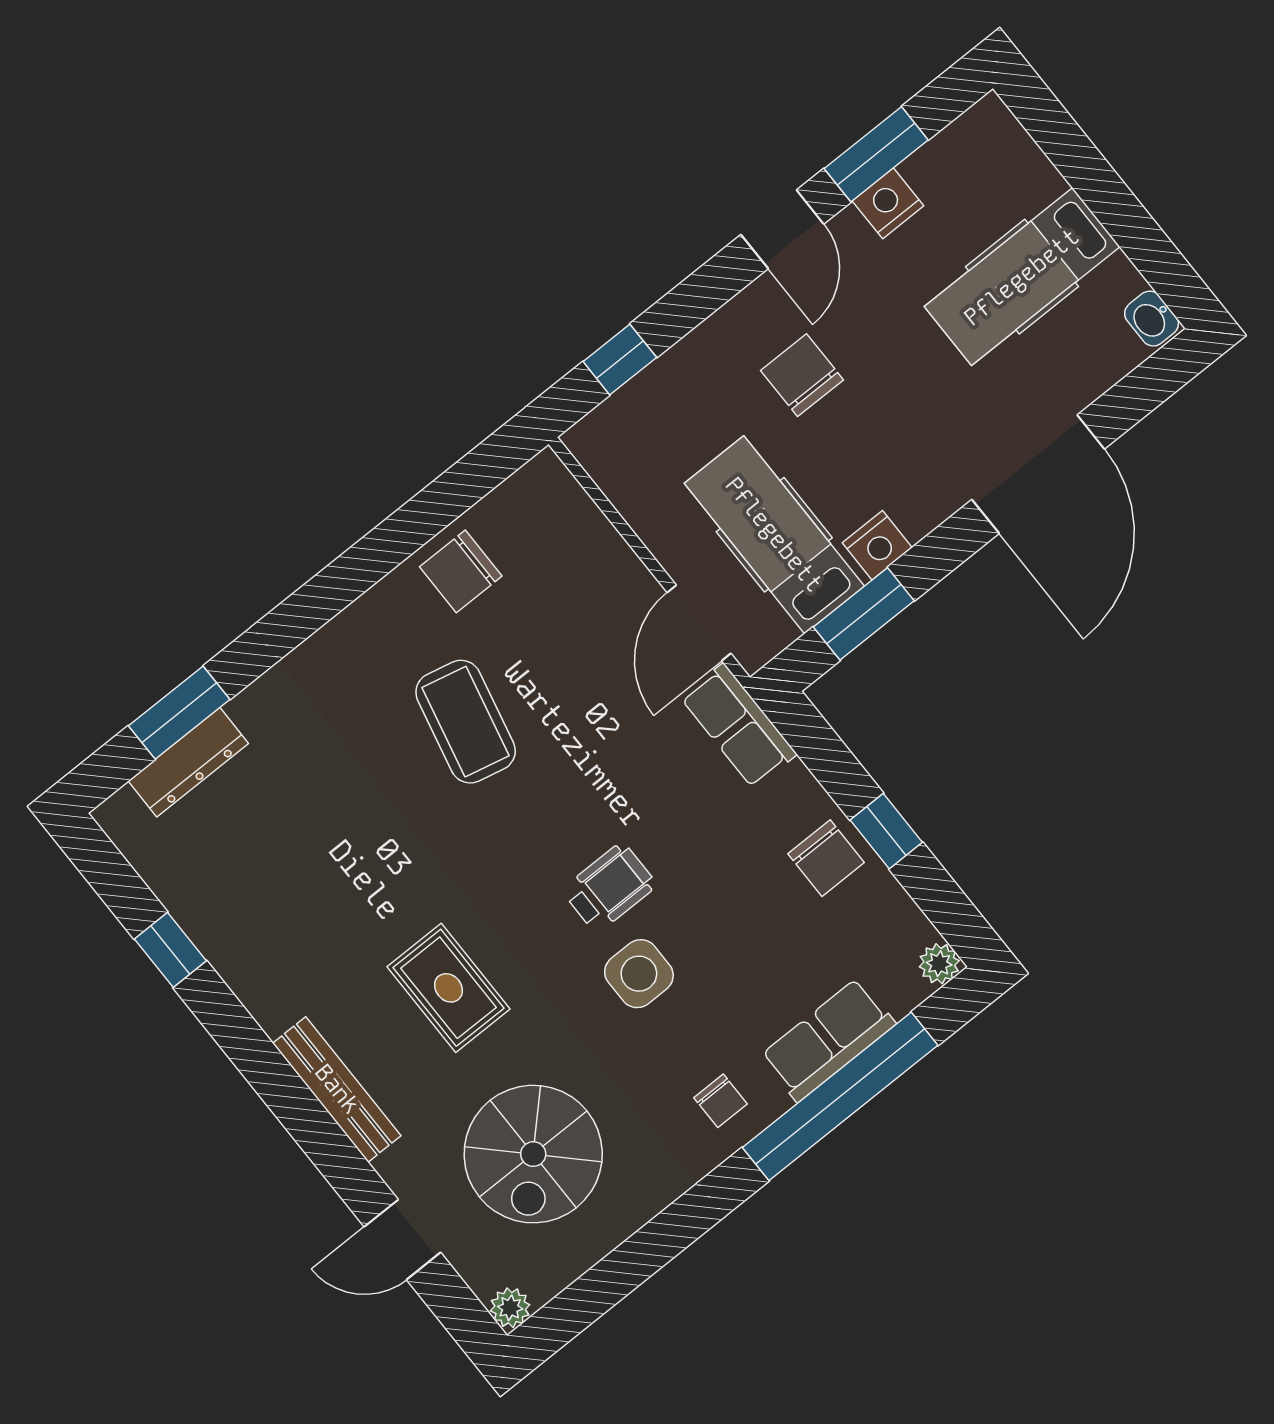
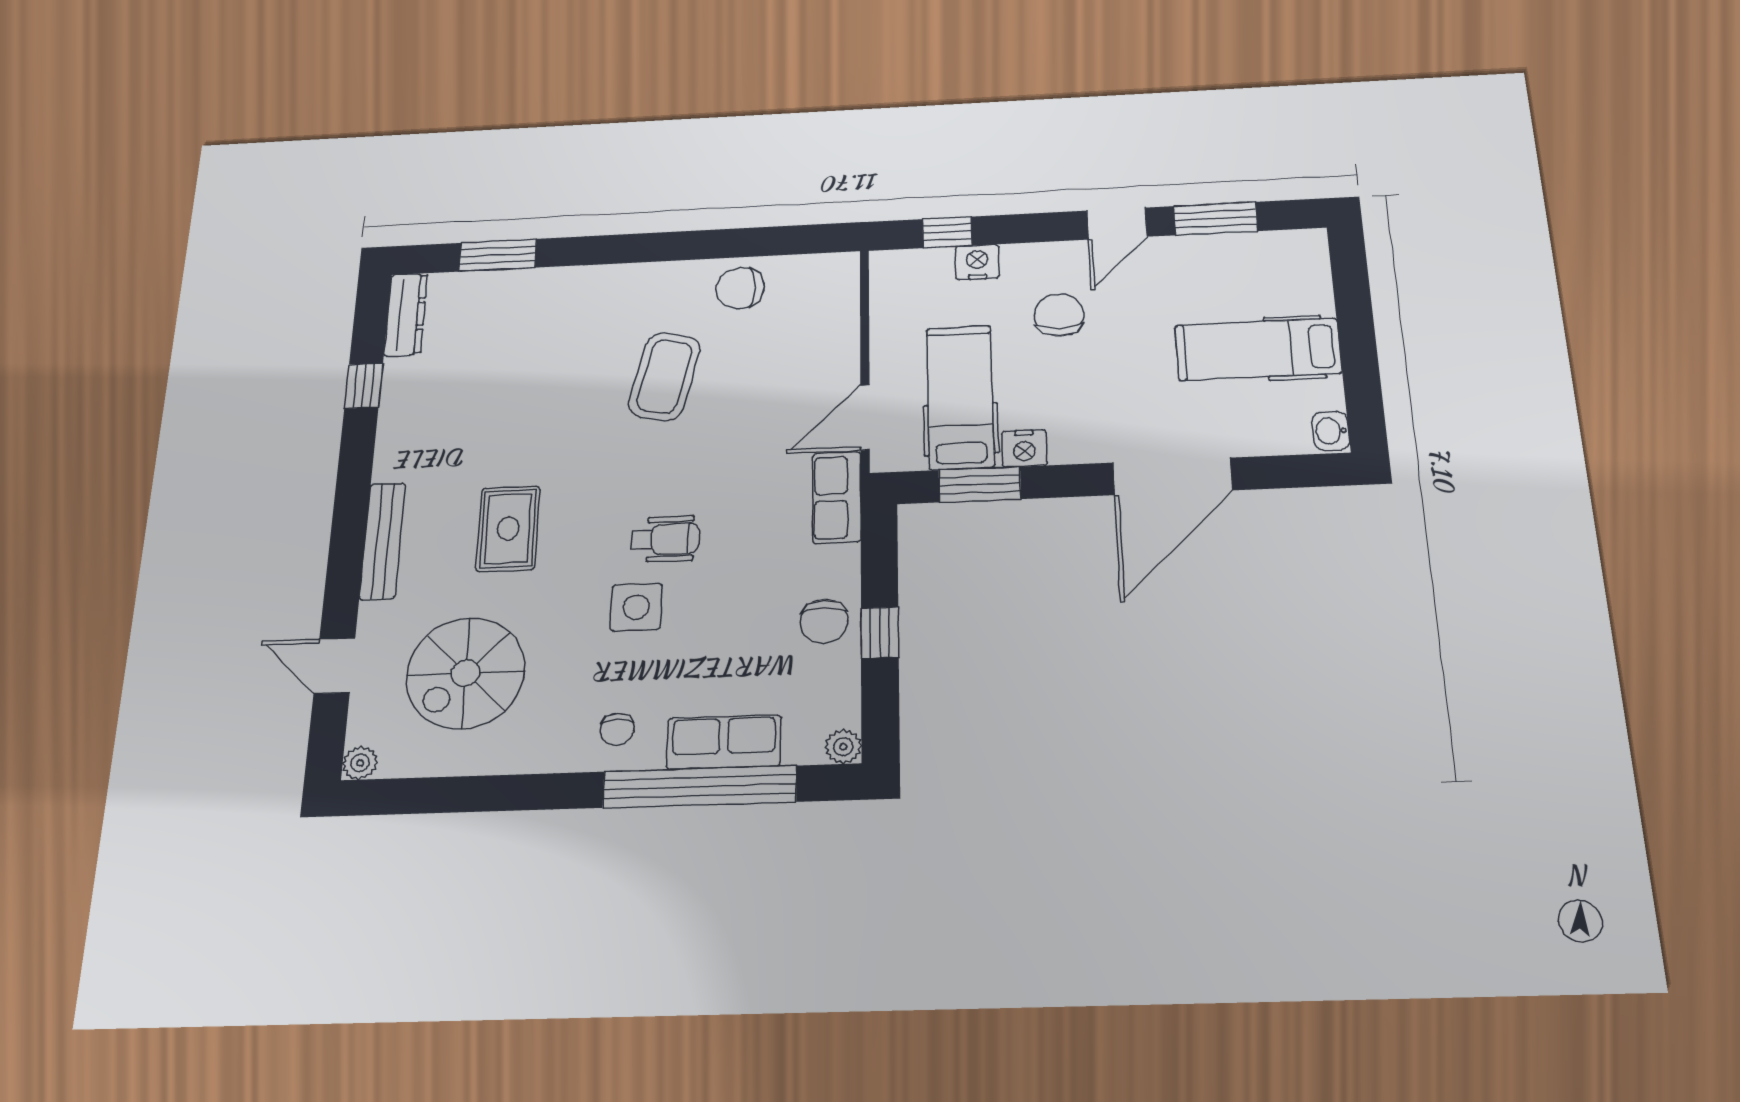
nightstand: (888, 203) -> (977, 262), moved
dresser: (188, 762) -> (406, 314), moved, turned -90

